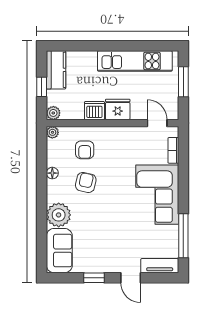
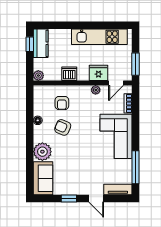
window: (183, 82) -> (136, 64), moved
window: (42, 87) -> (30, 44), moved
fridge: (118, 109) -> (98, 73), moved
door: (157, 123) -> (116, 83), swing flipped
plant: (52, 132) -> (96, 90), moved
armchair: (86, 182) -> (63, 127), turned -79

